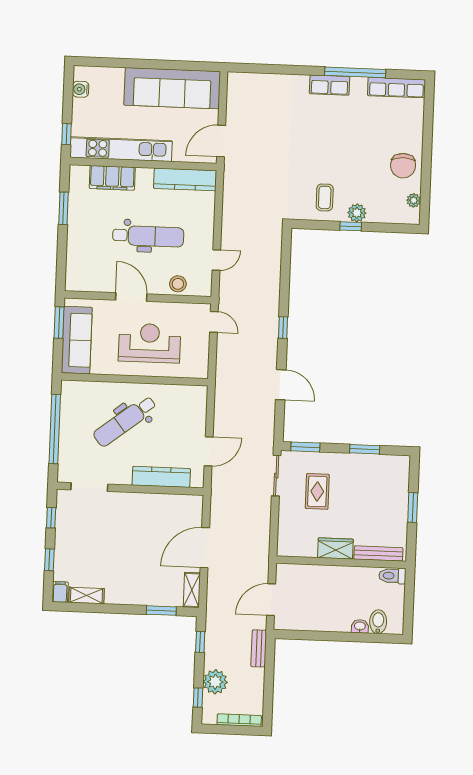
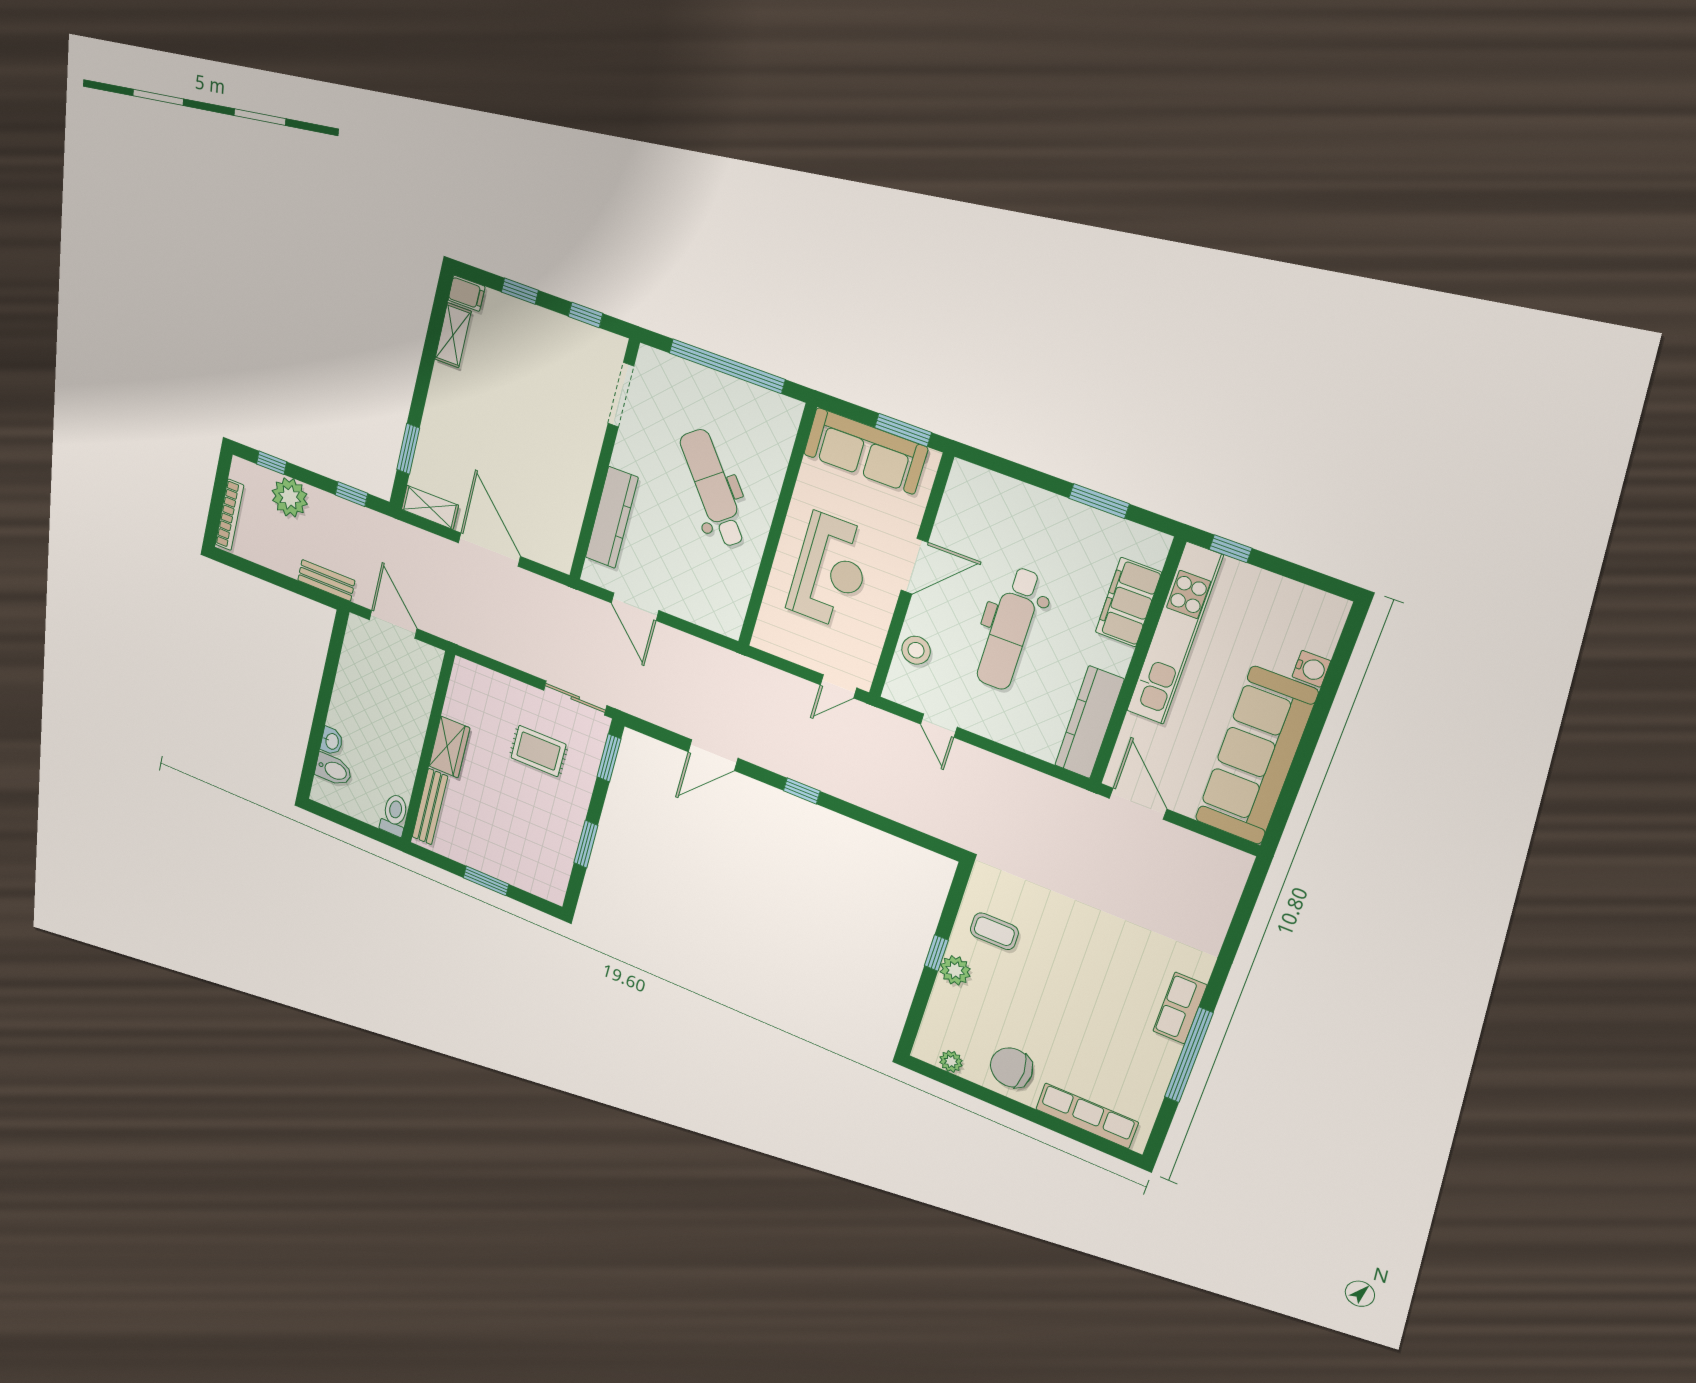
row of seats: (397, 88) -> (1087, 1116), moved, turned 90
water cooler: (81, 89) -> (1311, 669), moved, turned 90

